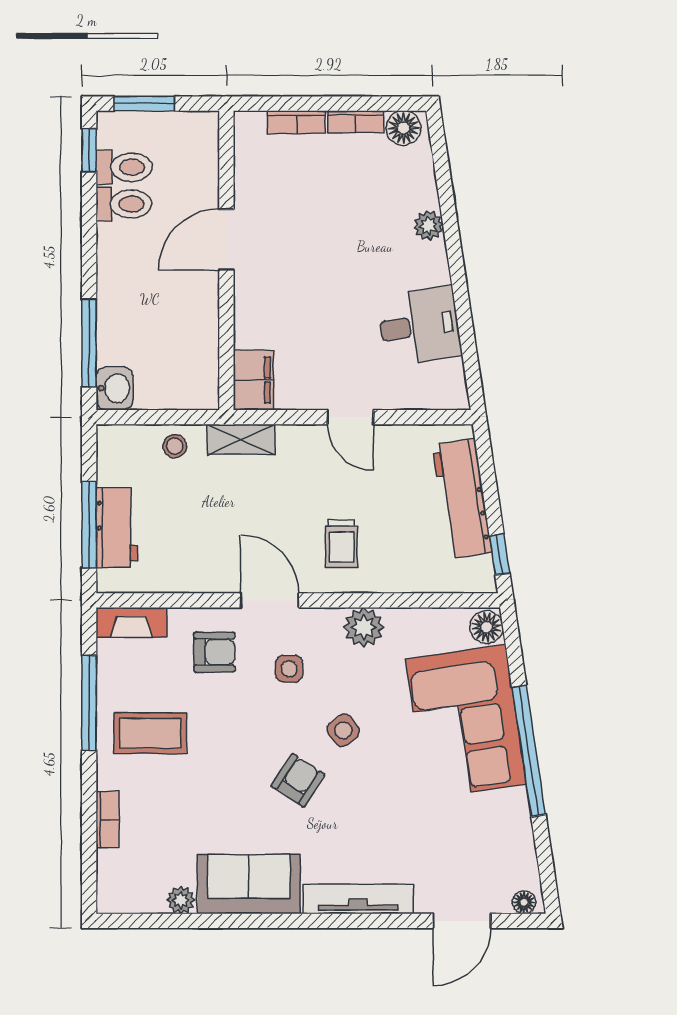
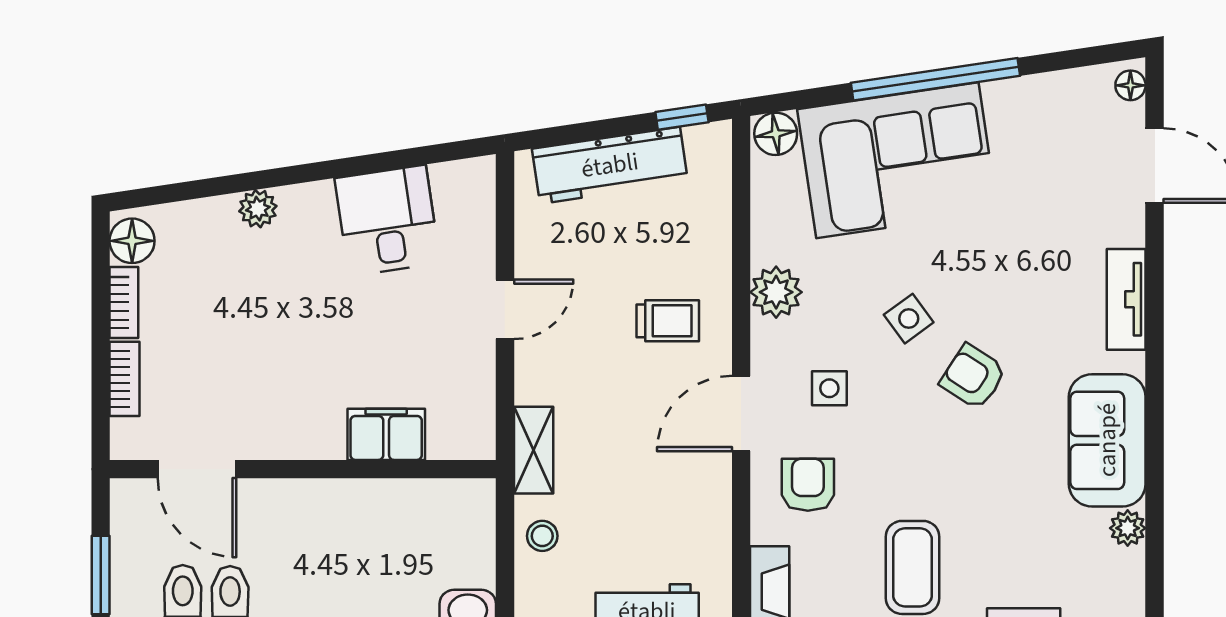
door: (226, 240) -> (197, 469), moved
filing cabinet: (253, 380) -> (386, 434), moved
tv unit: (358, 899) -> (1126, 299), width x0.71

